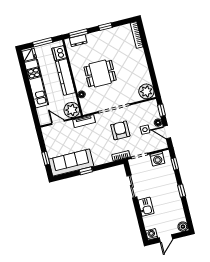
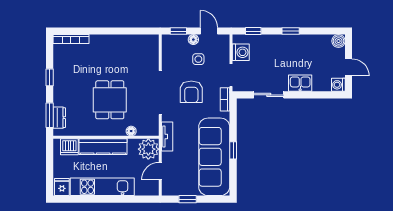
window: (43, 42) -> (50, 165), removed
plant: (146, 91) -> (149, 45), removed
armchair: (120, 130) -> (191, 92), turned -90
door: (167, 132) -> (209, 31), swing flipped
window: (46, 158) -> (188, 199), moved
sofa: (71, 163) -> (214, 157), width x1.36, depth x1.27

